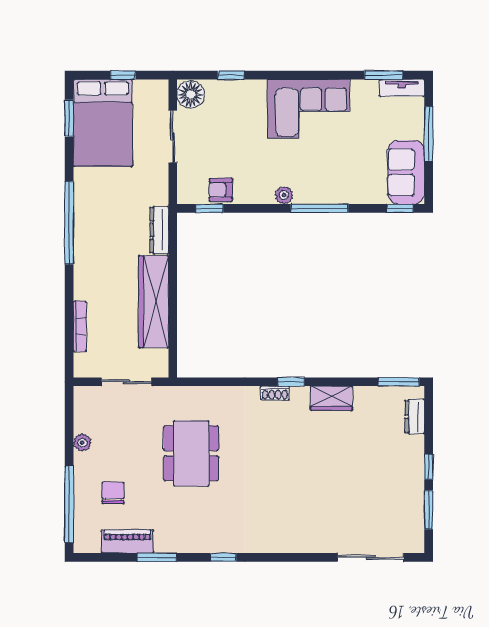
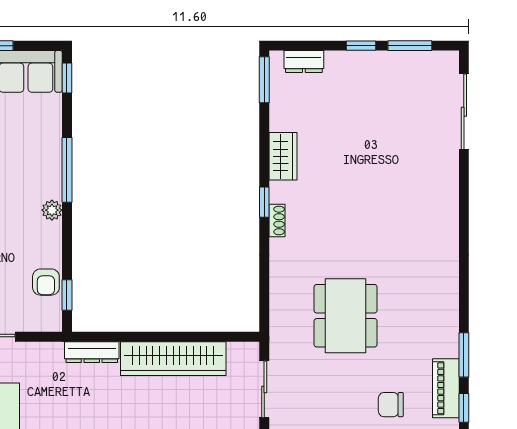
dining table: (191, 453) -> (346, 316), turned 90
window: (223, 557) -> (464, 408), moved

